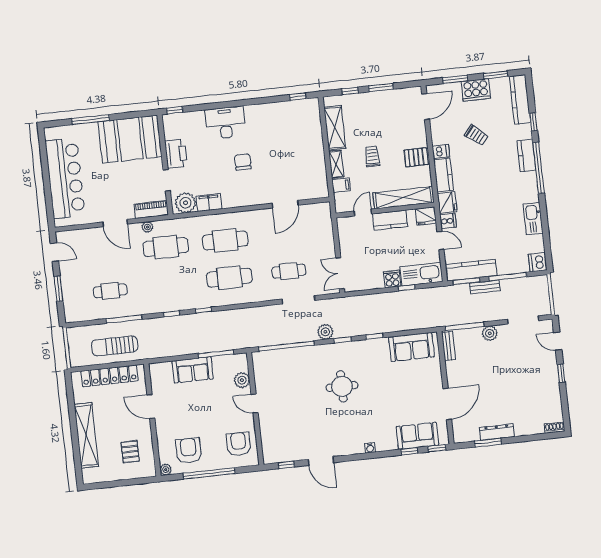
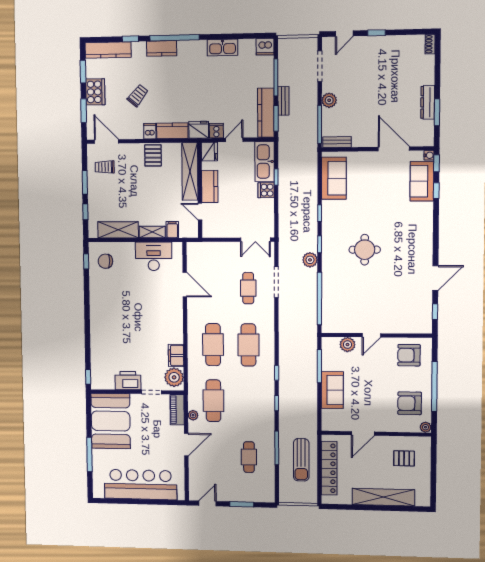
desk: (225, 123) -> (154, 256), moved, turned 90
trolley: (372, 156) -> (105, 167), moved
chair: (243, 162) -> (105, 261), moved
water cooler: (370, 448) -> (429, 155), moved

